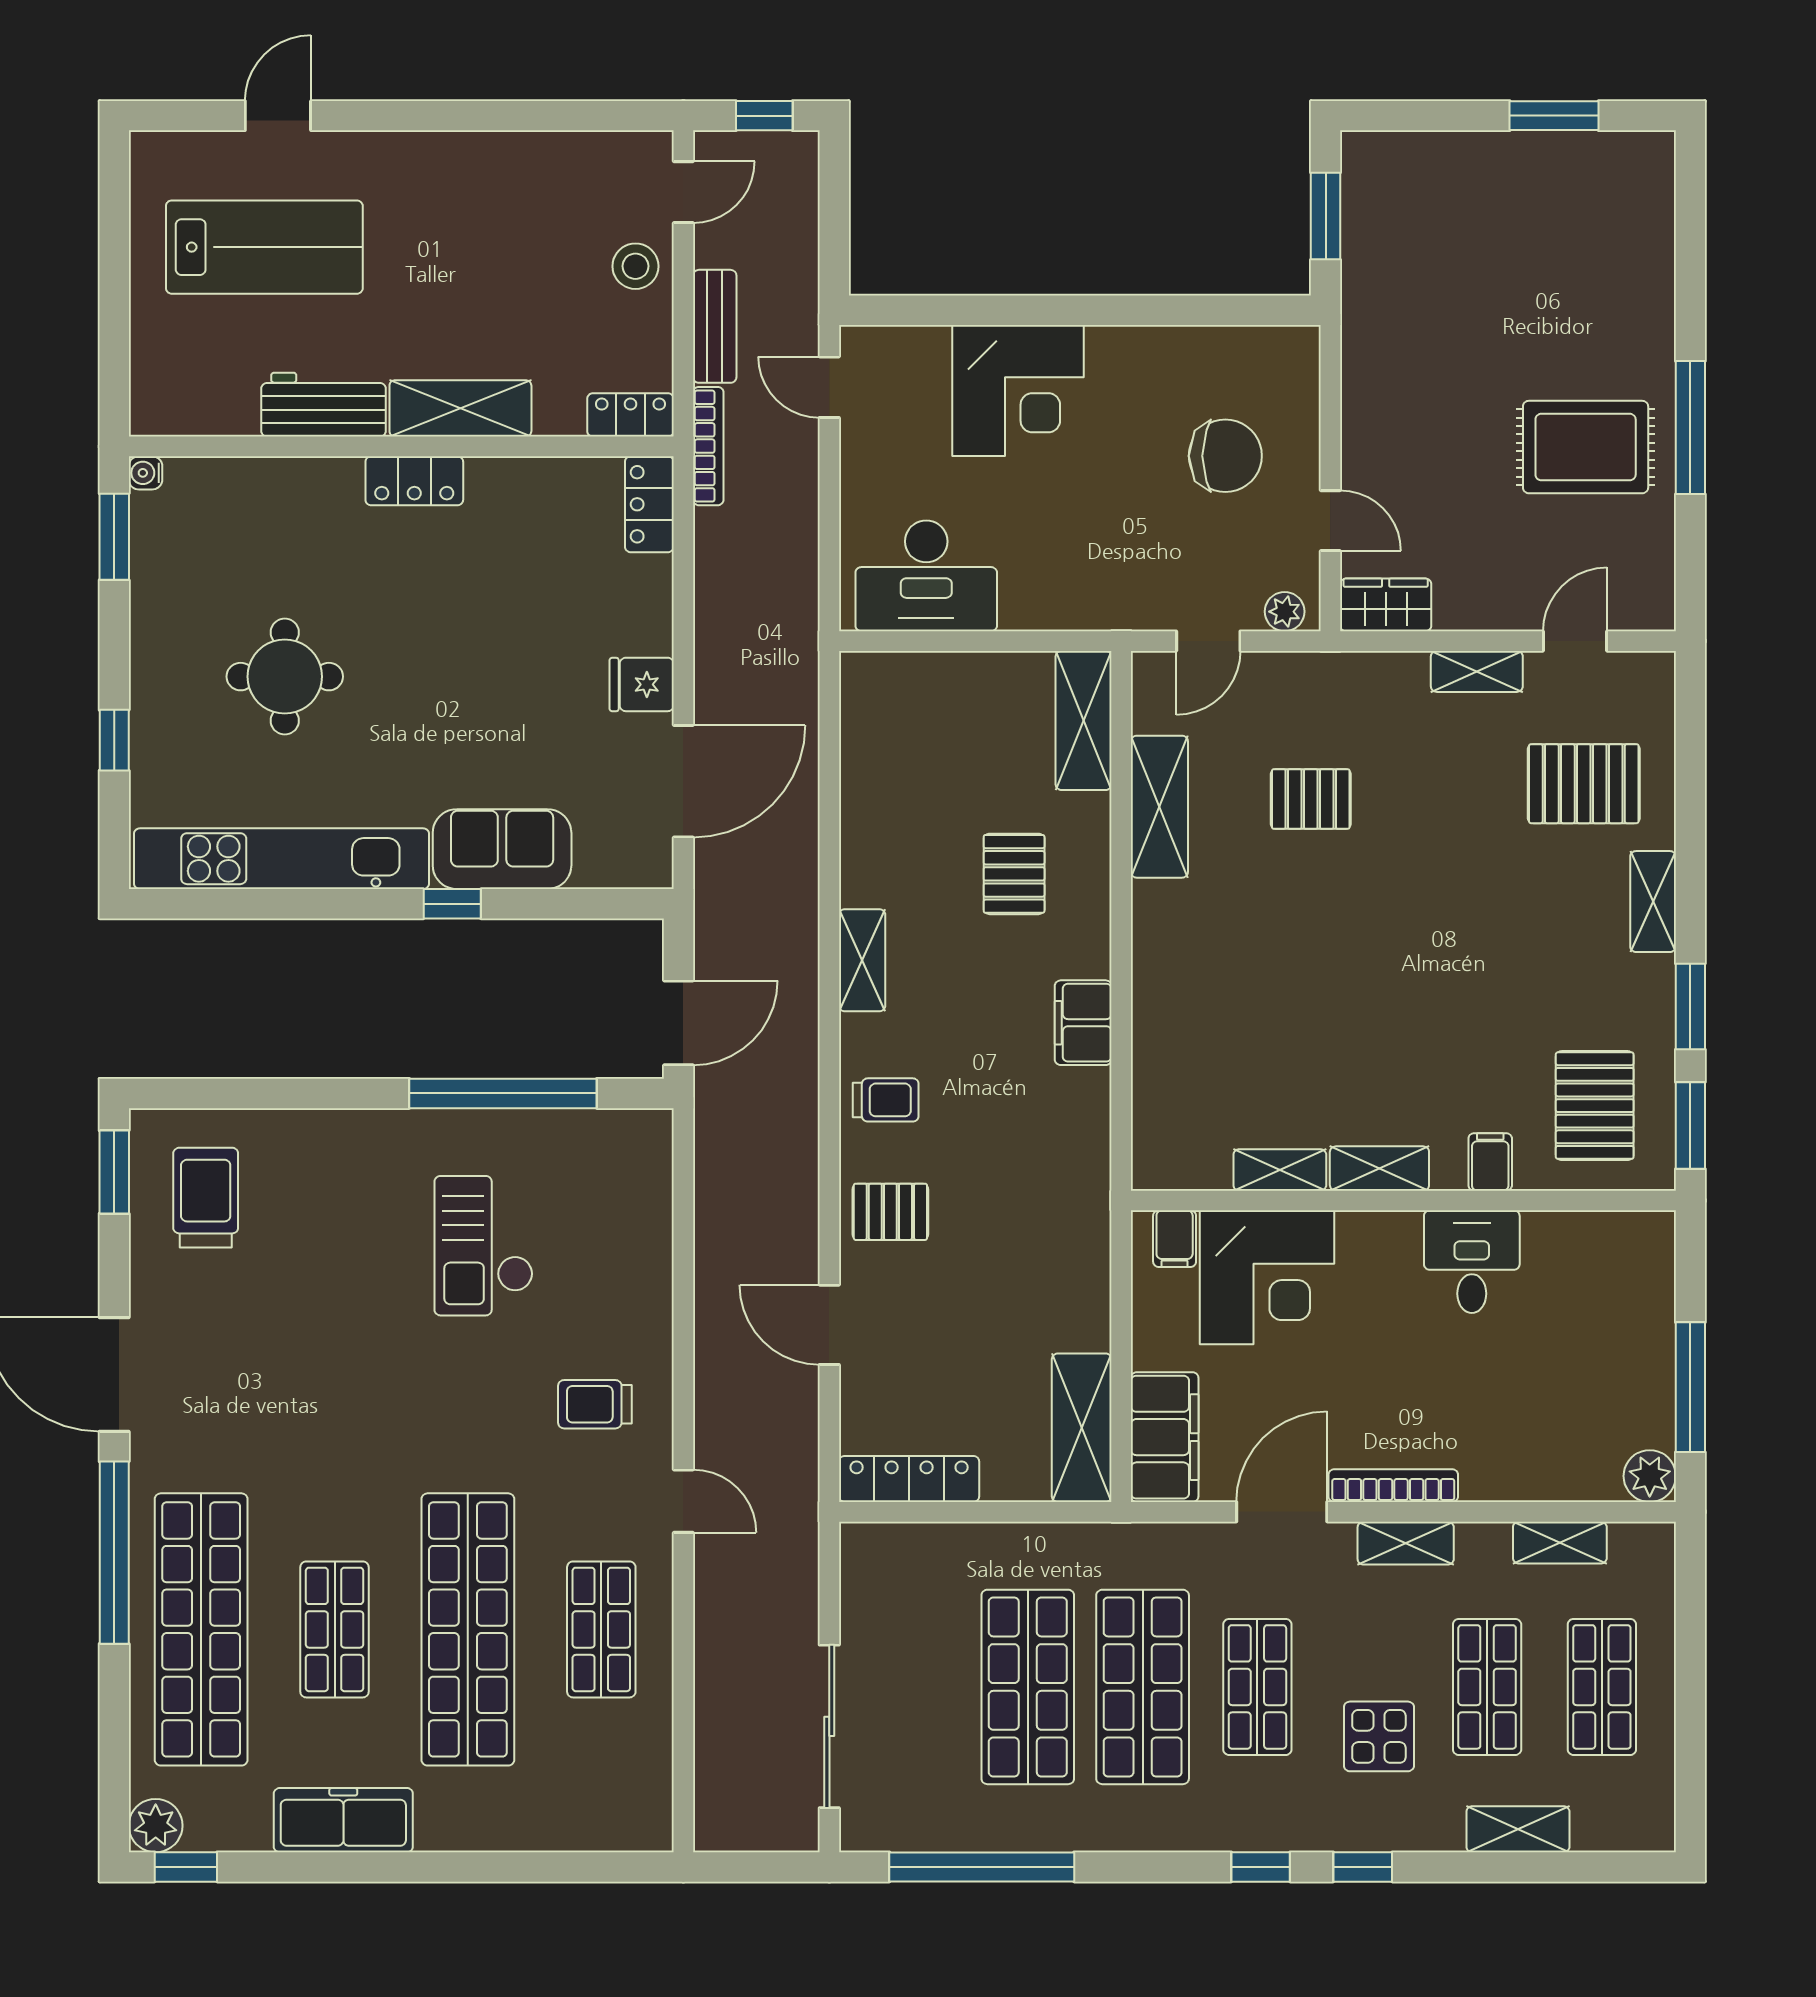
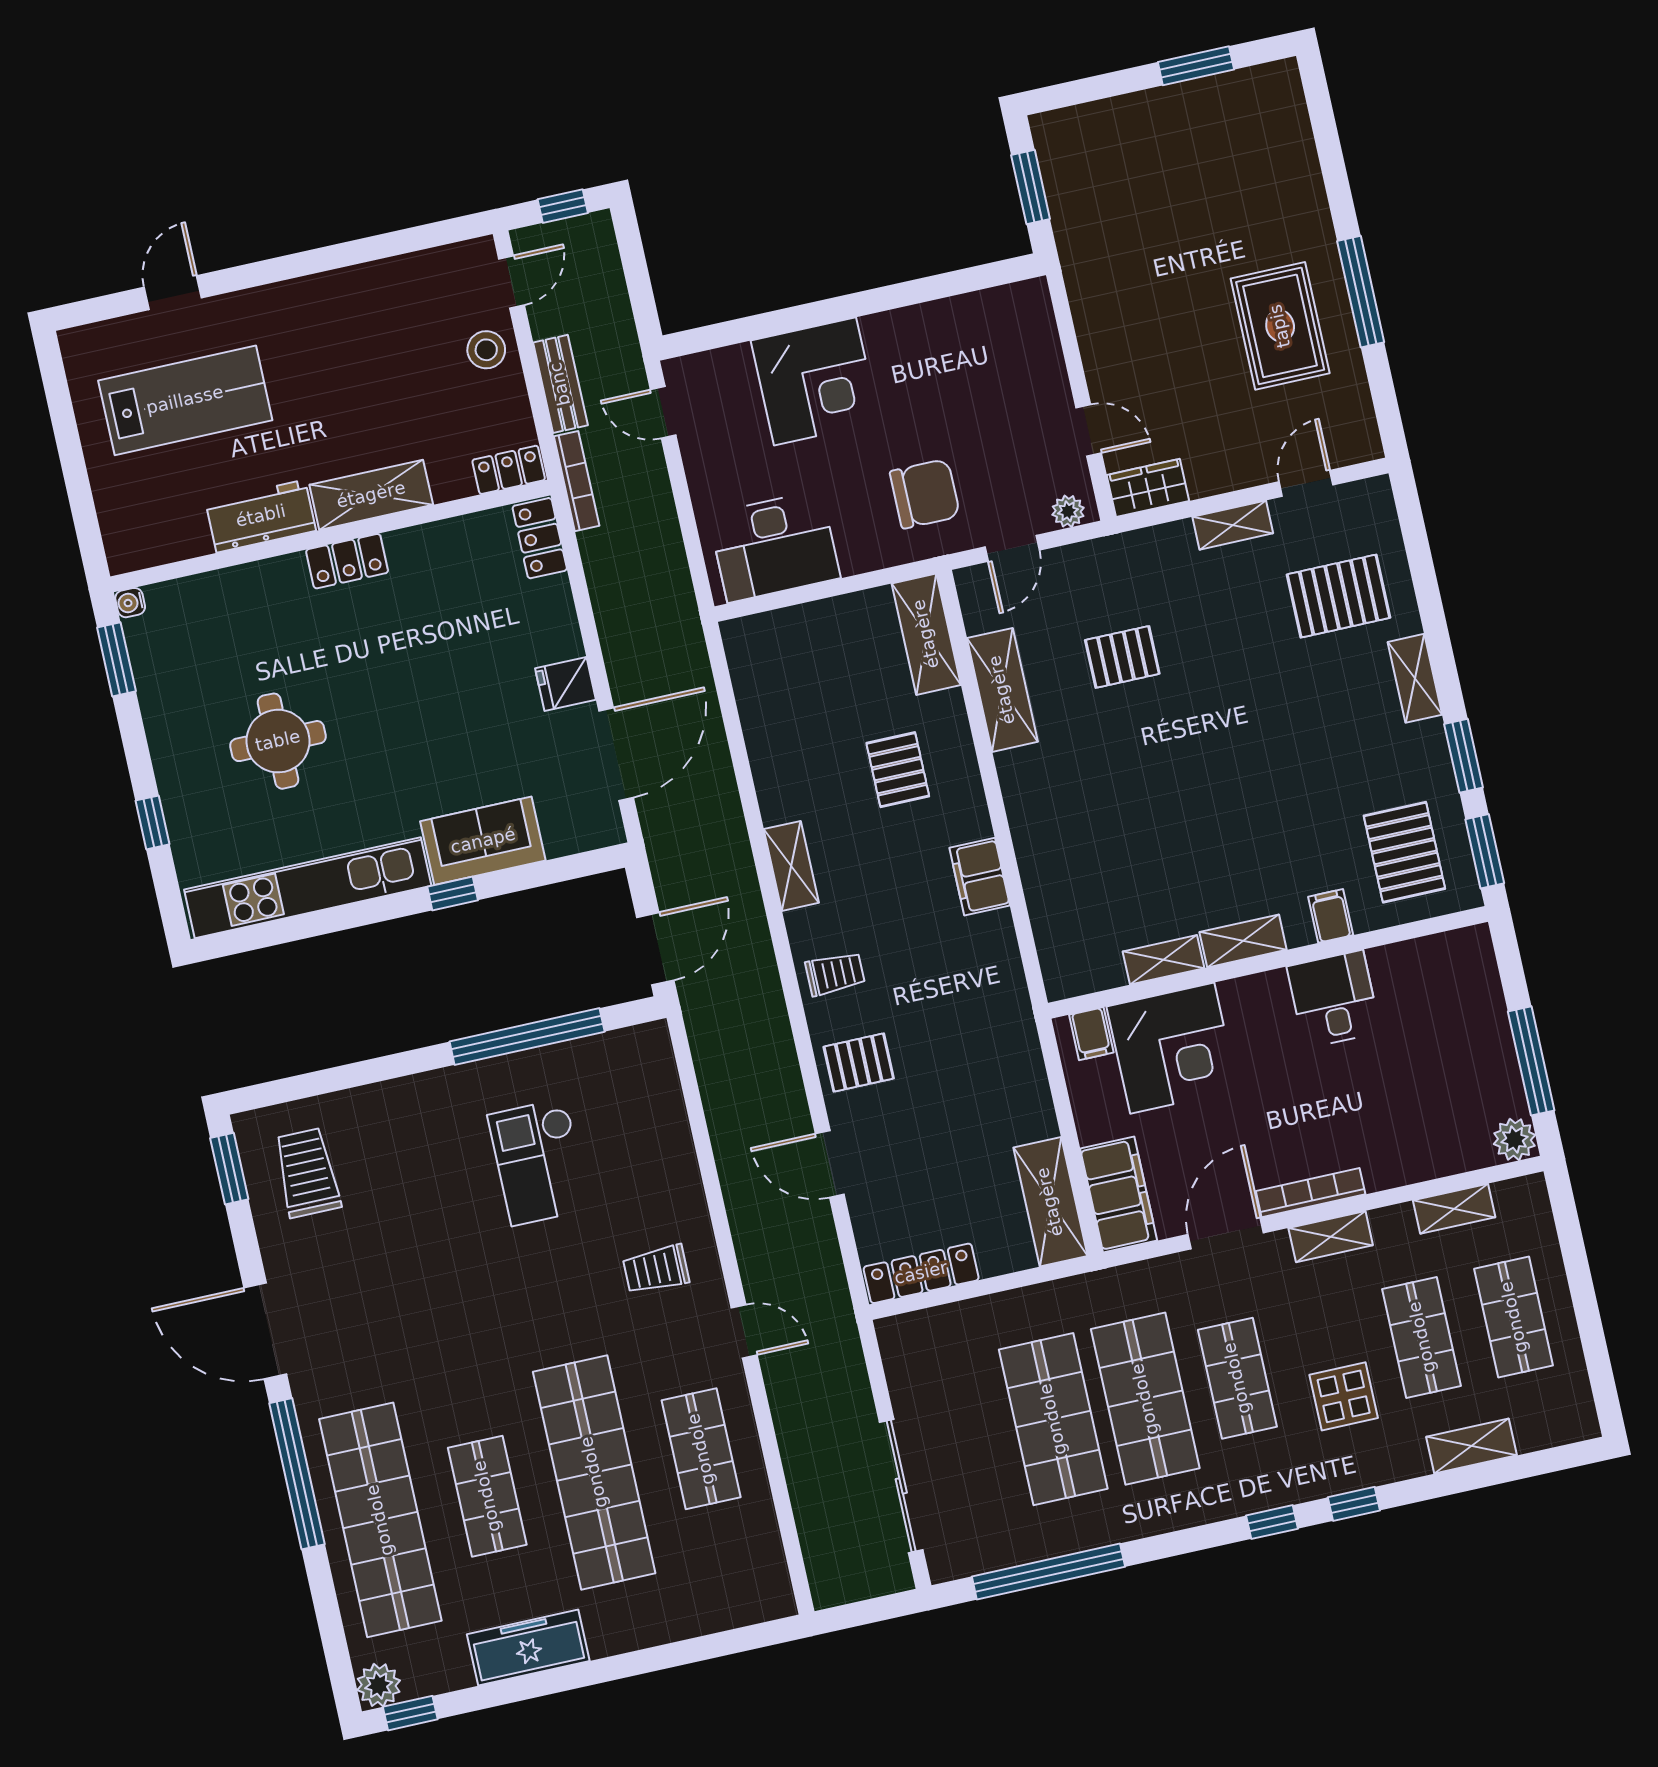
rug: (1586, 447) -> (1280, 326), turned 90
chair: (1225, 456) -> (925, 494), moved

